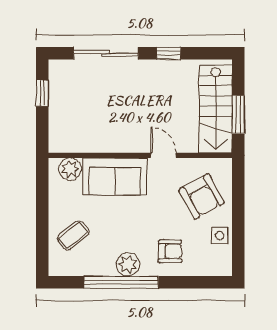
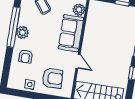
door: (163, 155) -> (78, 61), hinge flipped
armchair: (202, 196) -> (52, 78), turned -153

